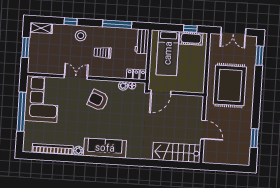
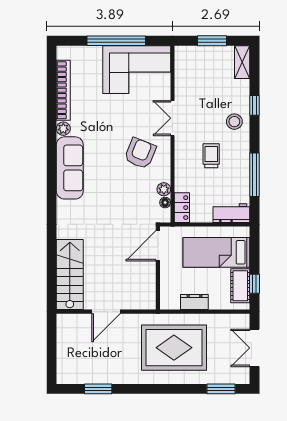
dresser: (200, 70) -> (194, 302), added
double door: (76, 77) -> (172, 118), swing flipped
door: (161, 92) -> (158, 246), hinge flipped

